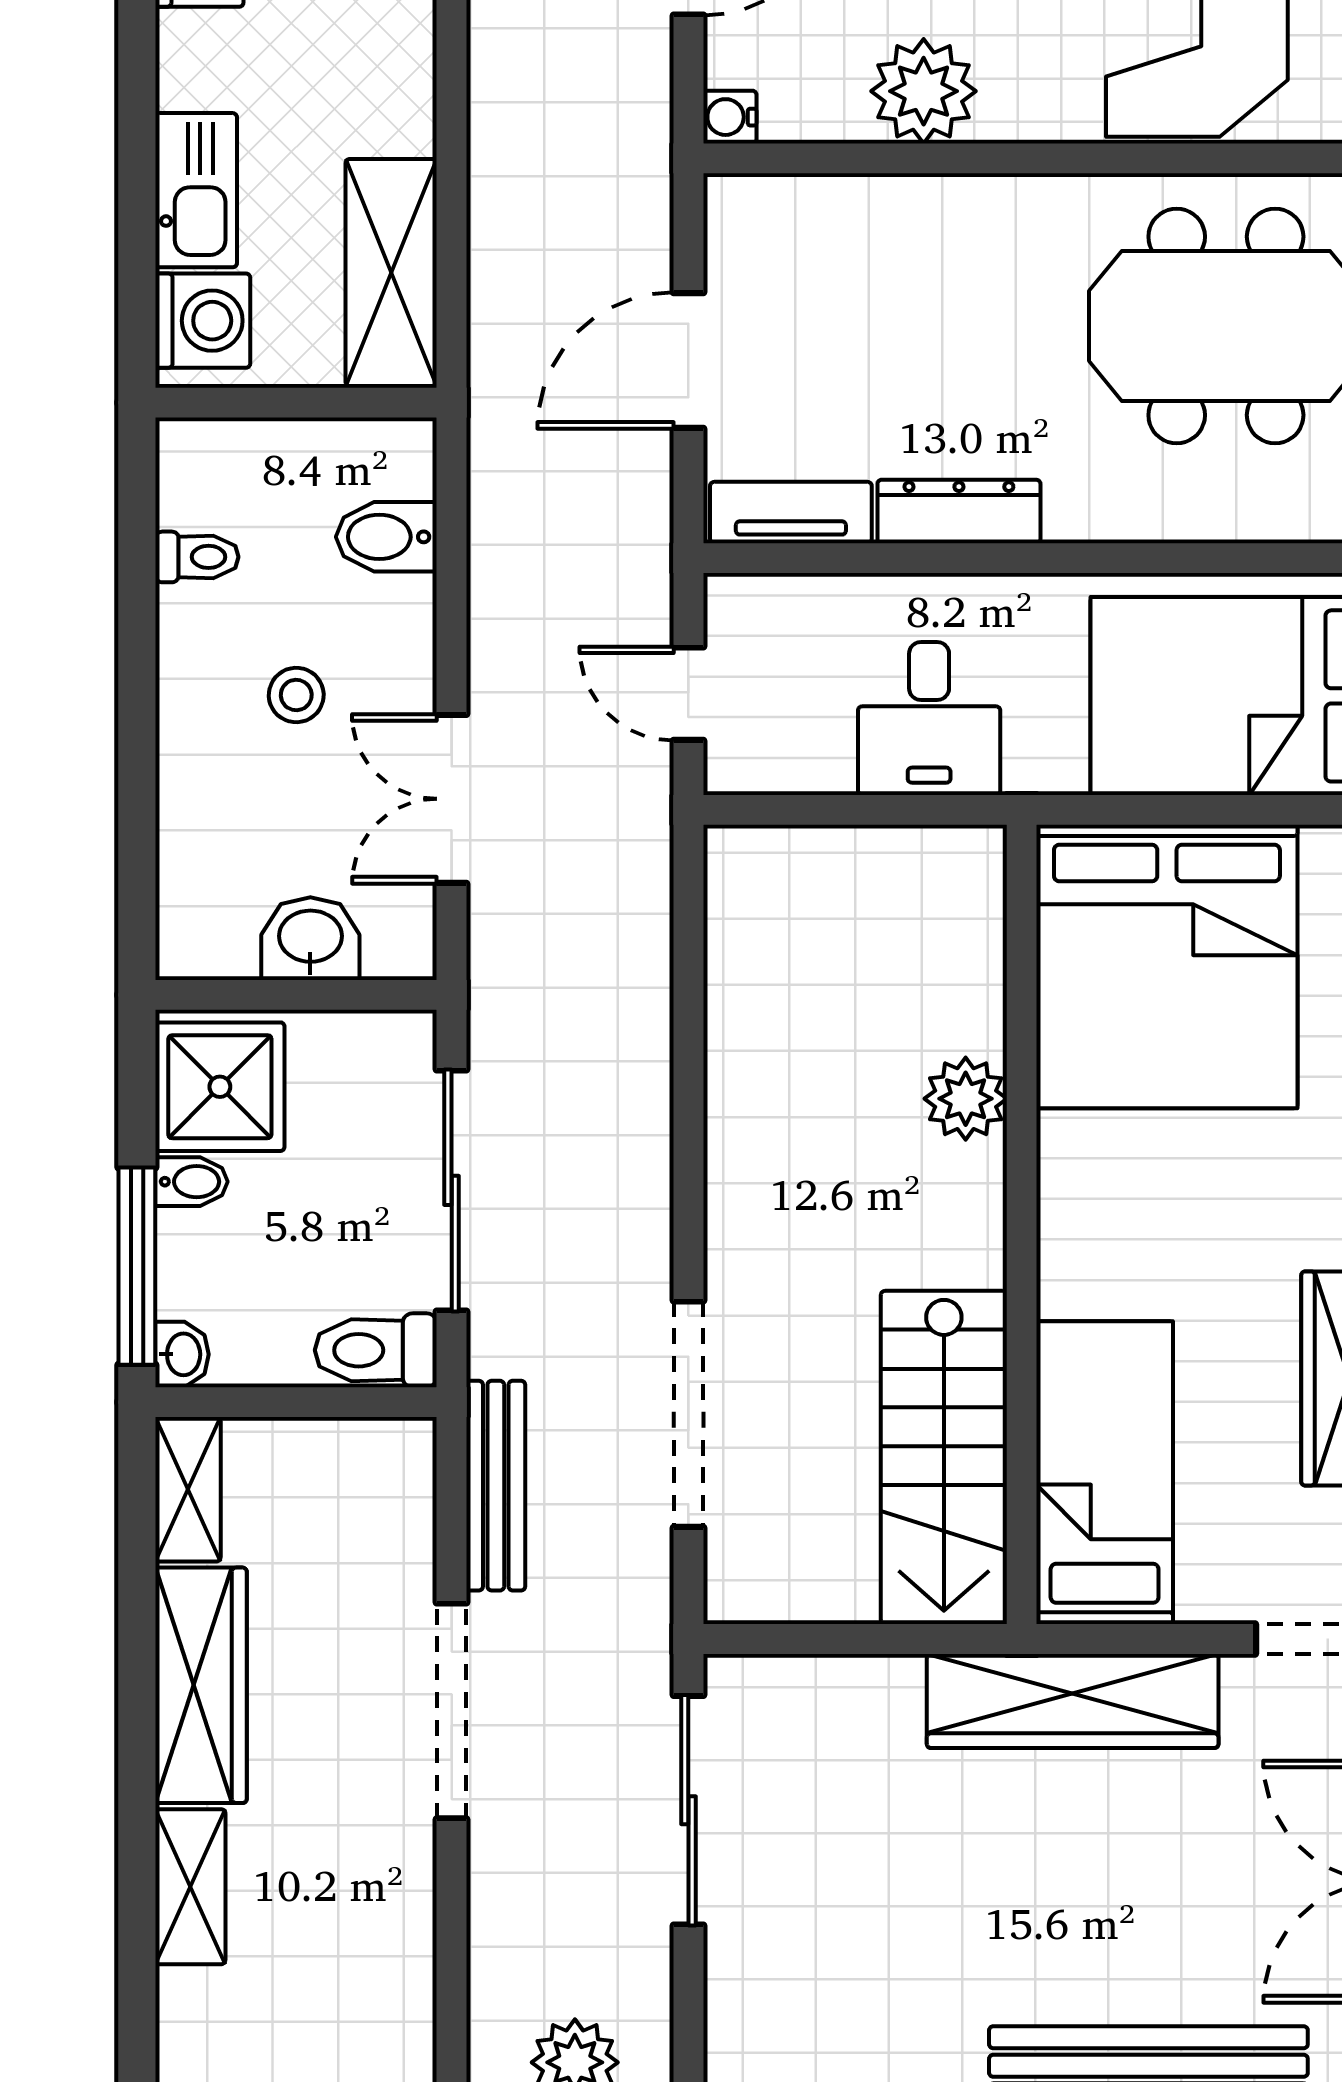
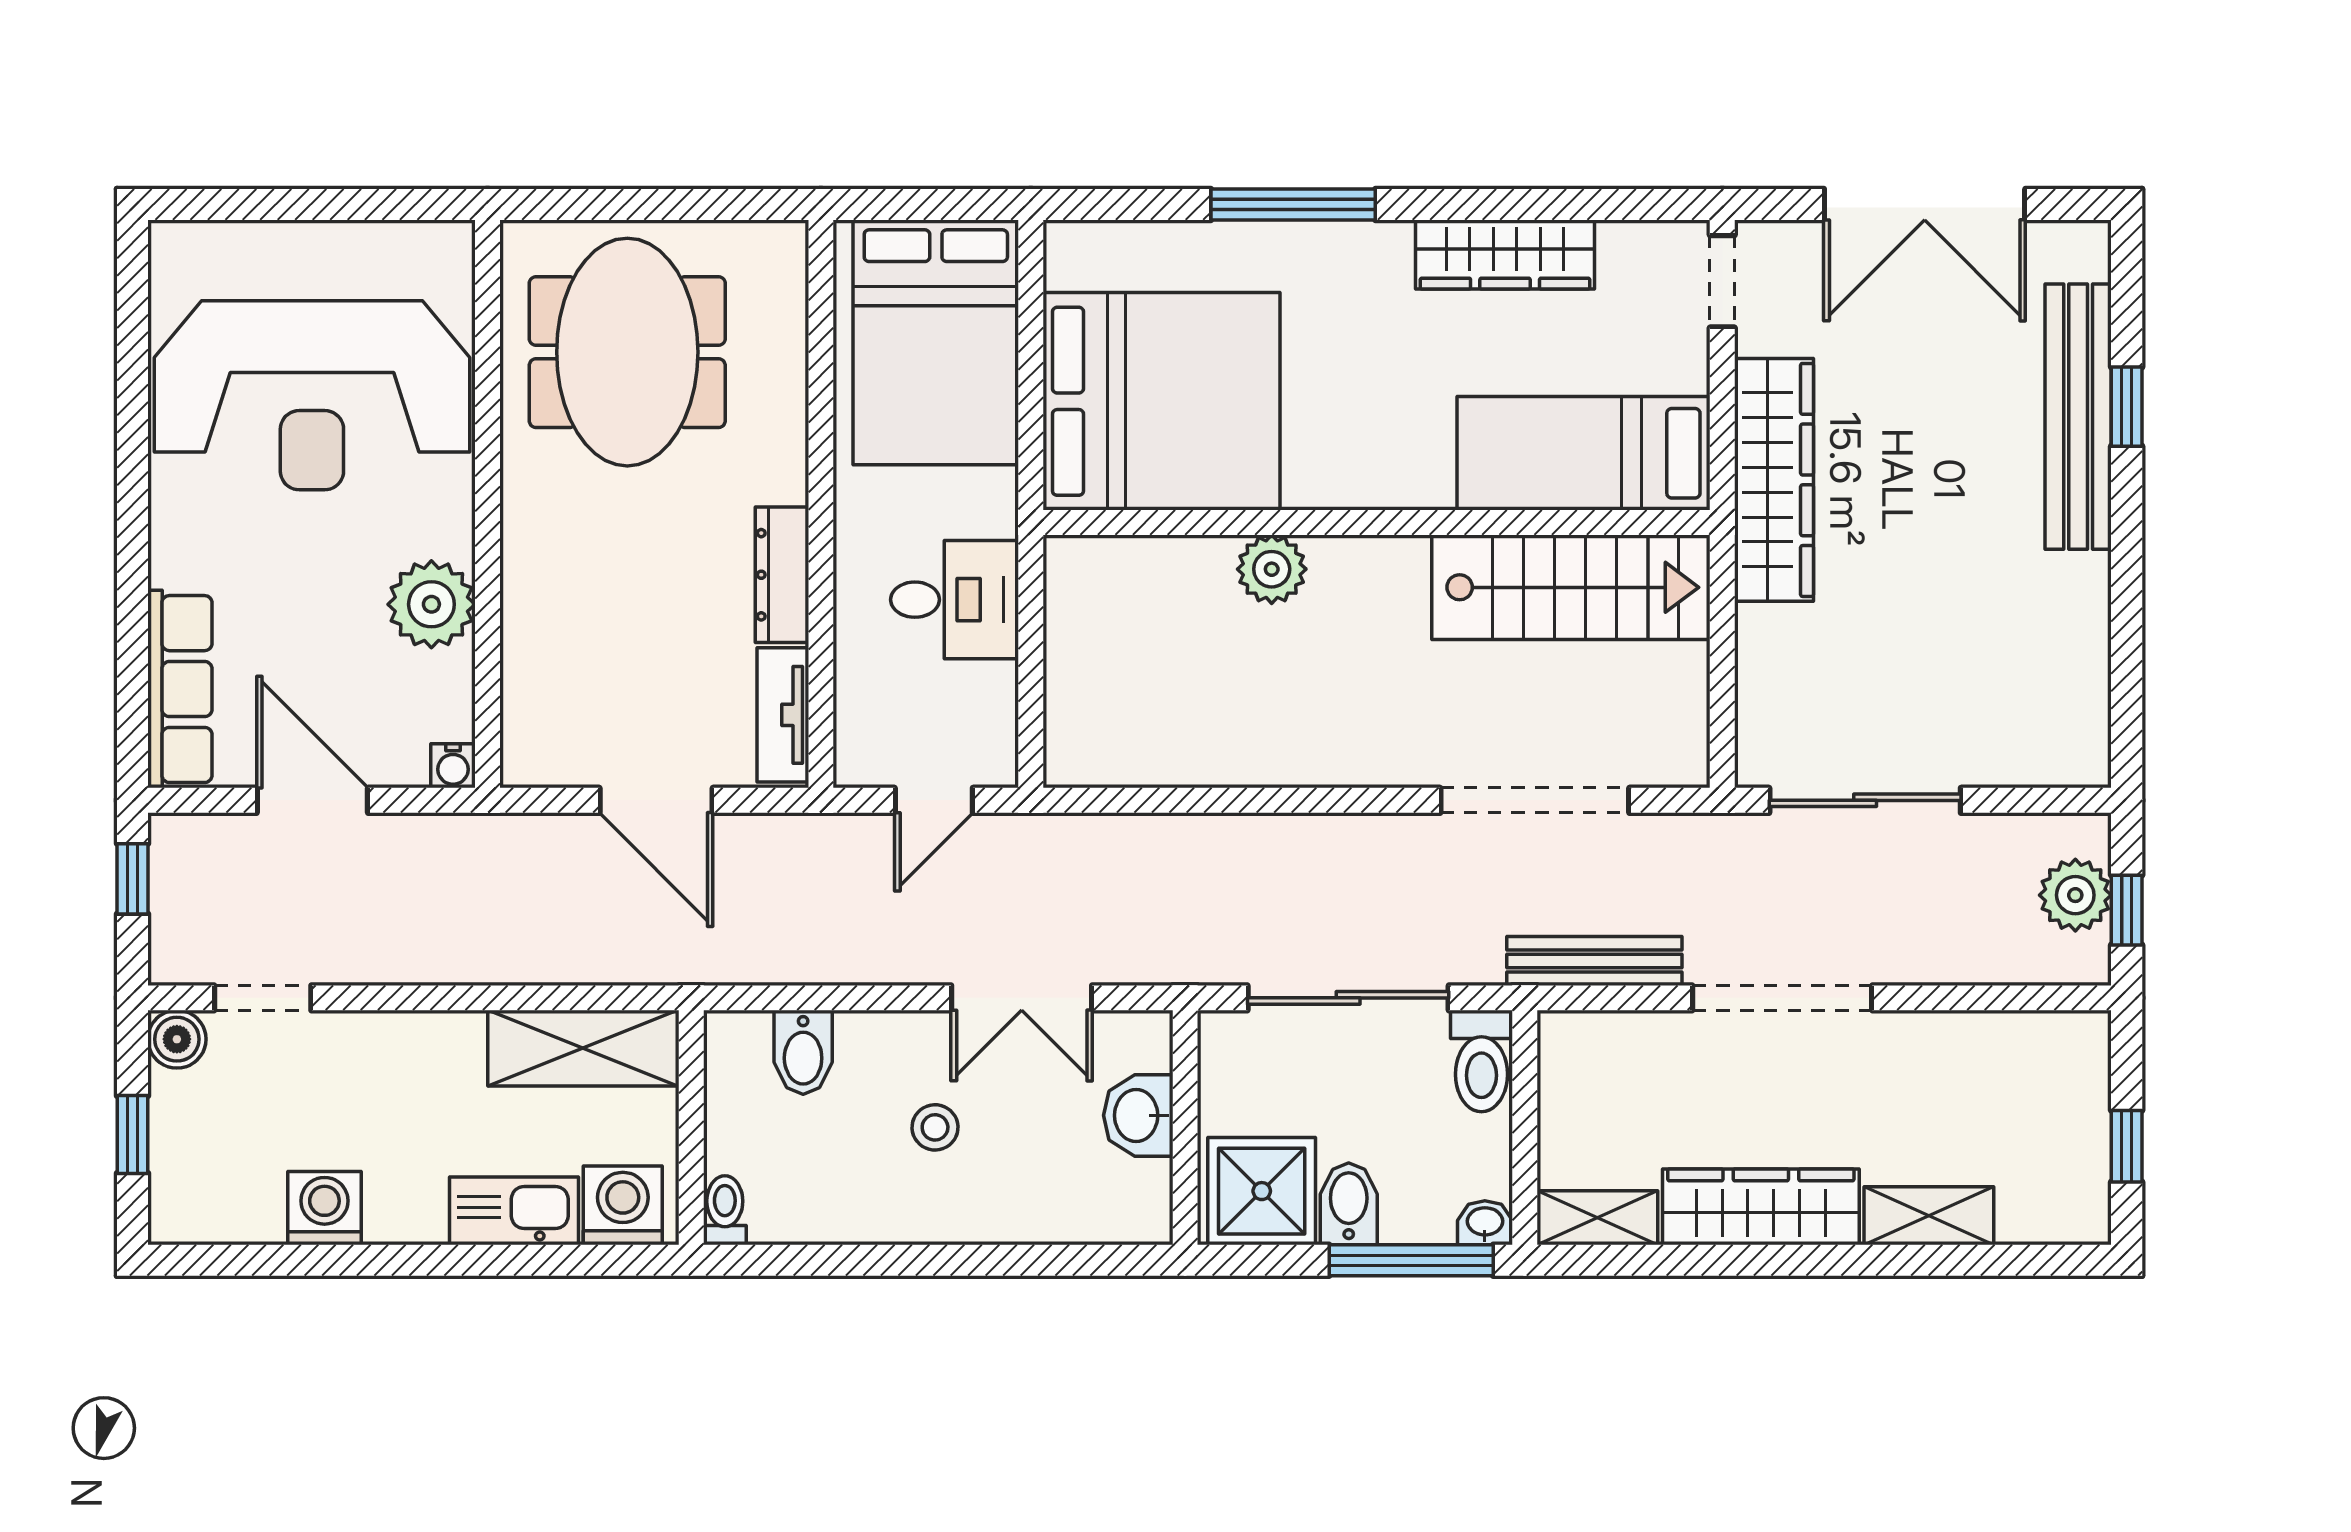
toilet: (197, 557) -> (725, 1210), moved
bidet: (192, 1182) -> (1349, 1204), width x1.38, depth x1.36

